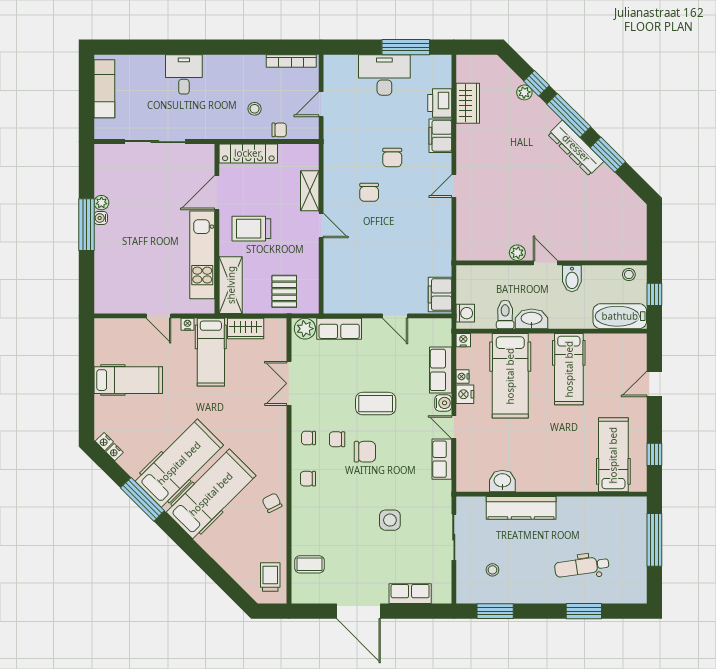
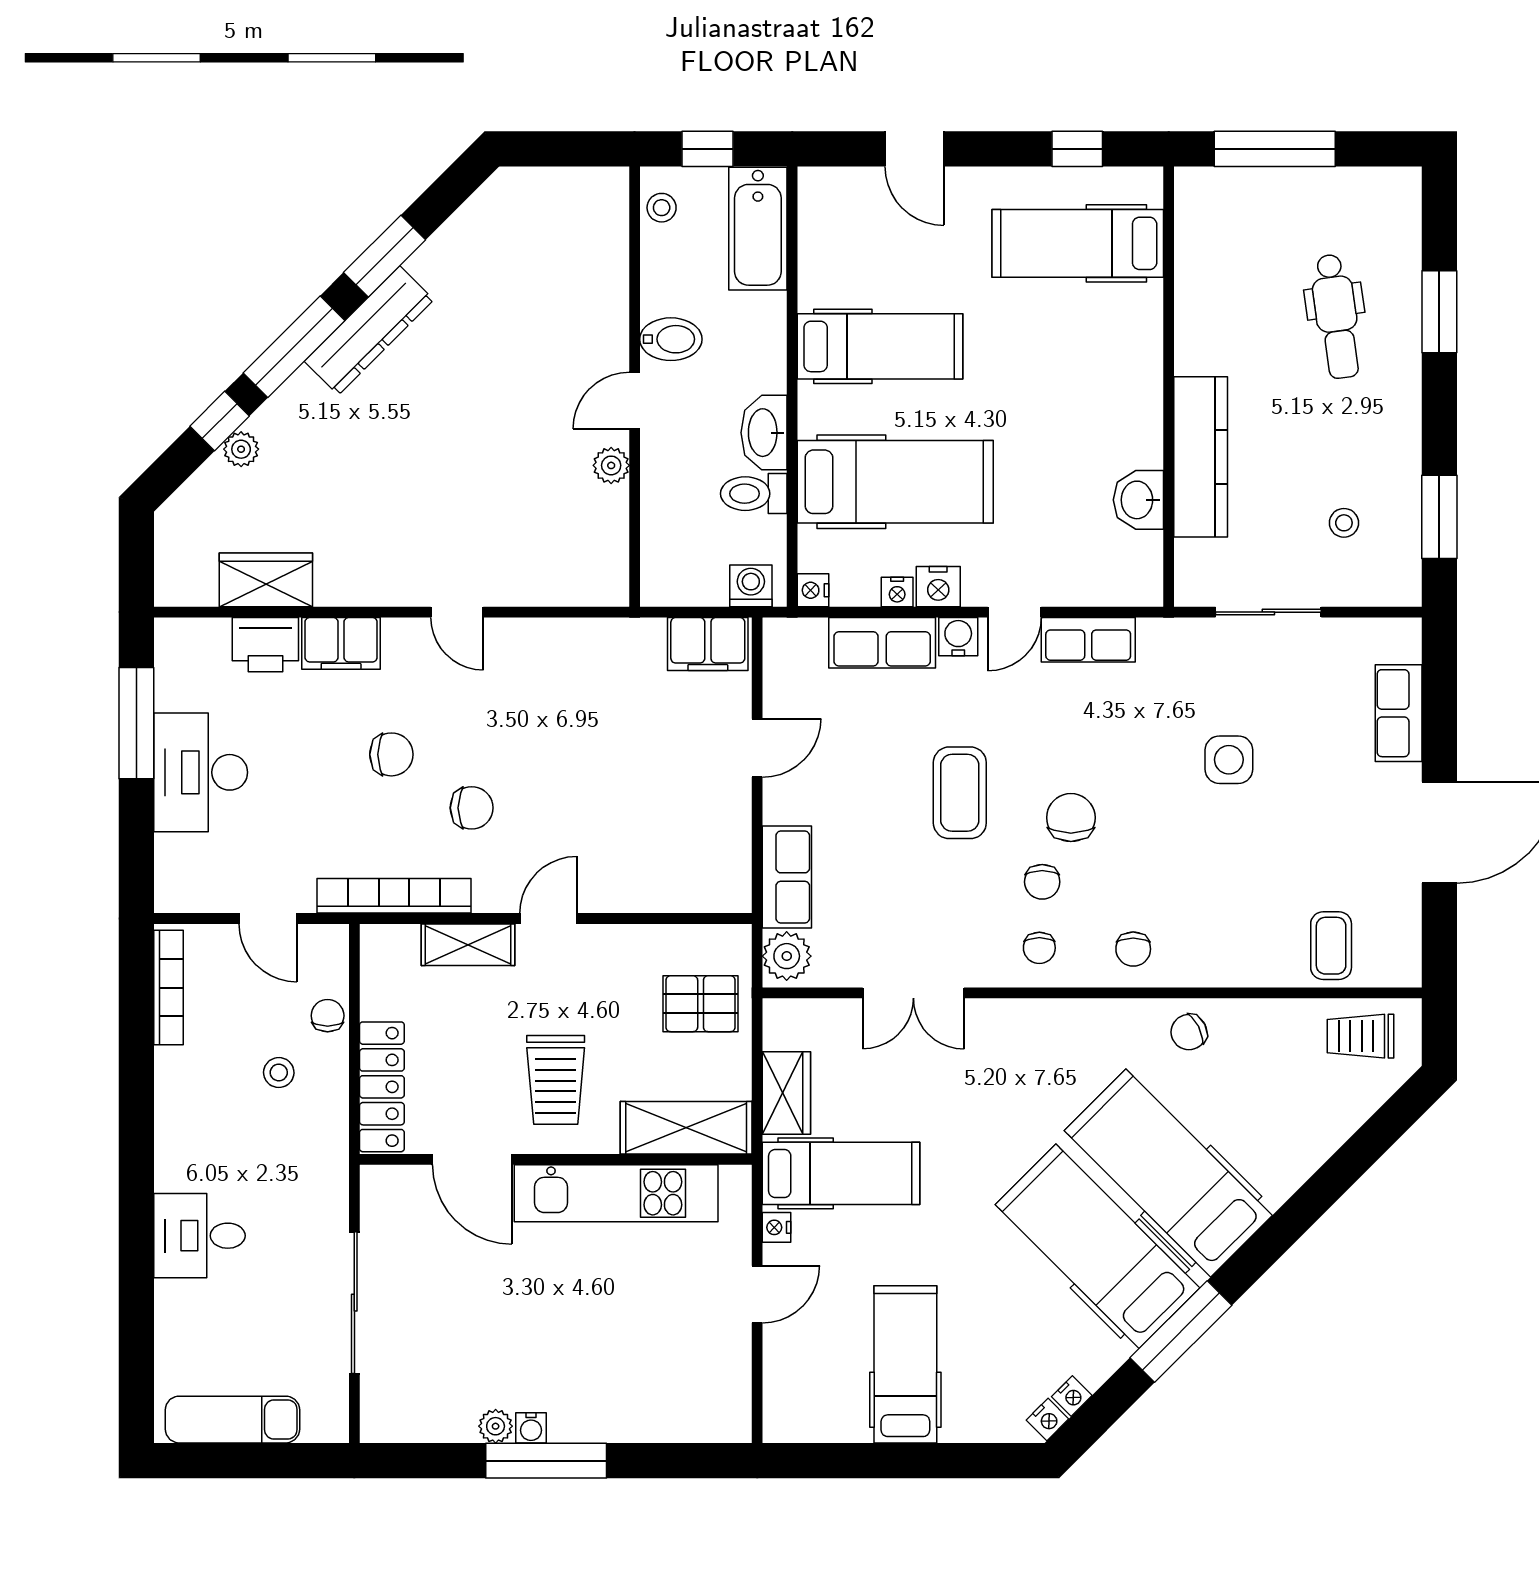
bookcase: (331, 159) -> (394, 896), added

